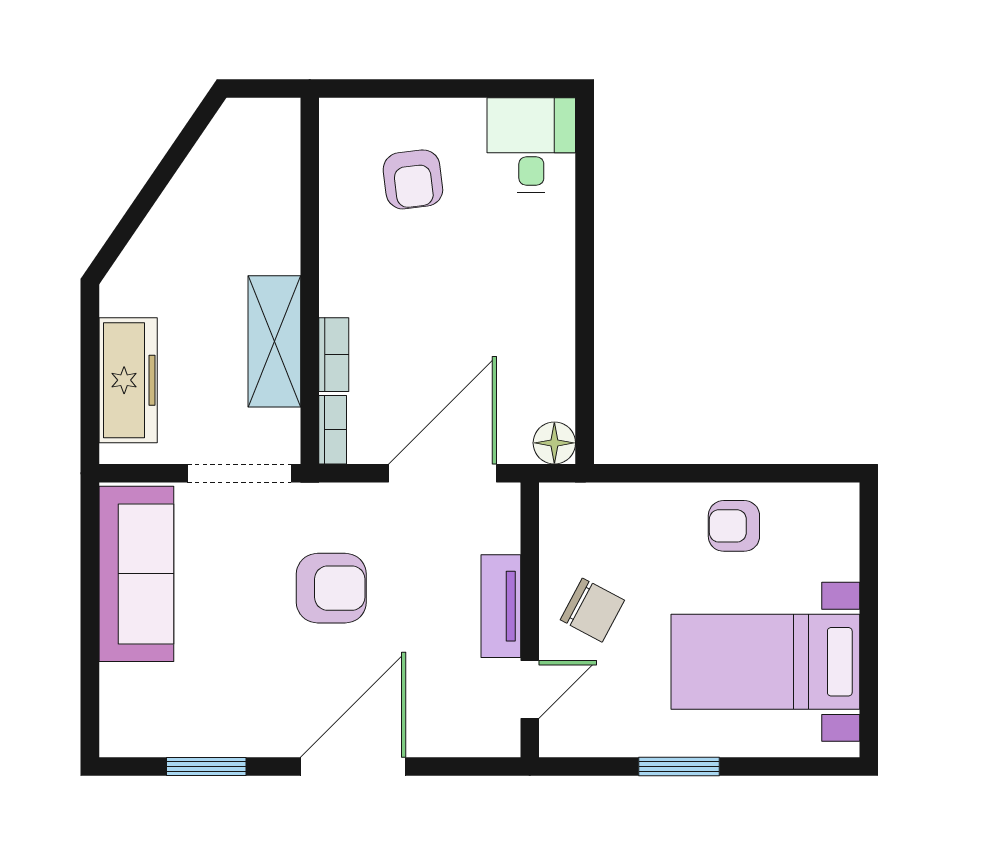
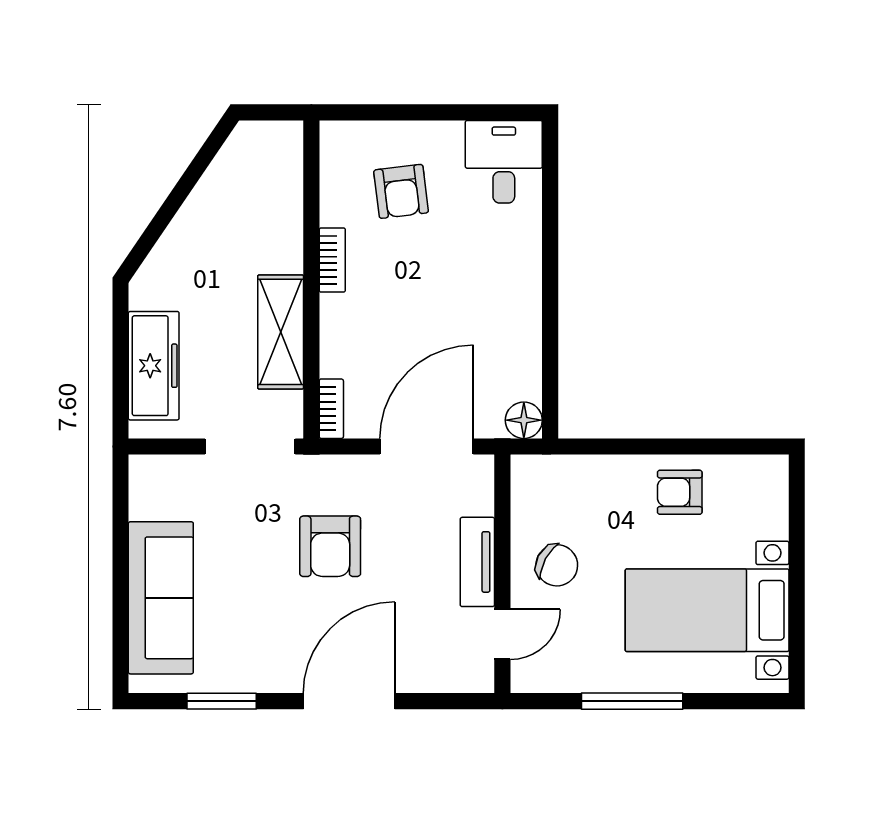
bookcase: (334, 355) -> (332, 260), moved
sofa: (136, 574) -> (161, 598), moved
armchair: (331, 588) -> (330, 546), turned 90
window: (679, 766) -> (632, 701), width x1.44

